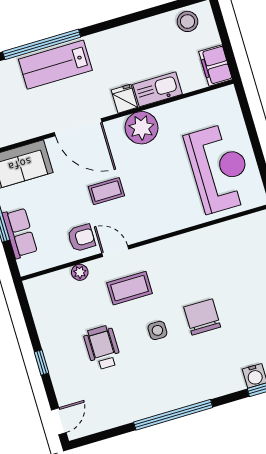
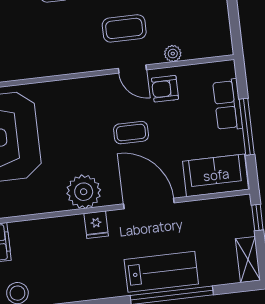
kitchen sink: (157, 89) -> (60, 228), removed

